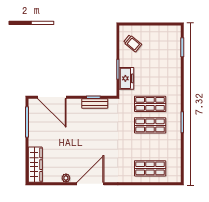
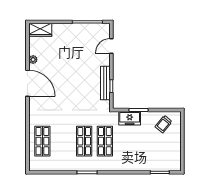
door: (52, 97) -> (111, 46), width x0.53
bench: (95, 103) -> (105, 83), width x1.36
wardrobe: (35, 165) -> (40, 30), width x0.67

